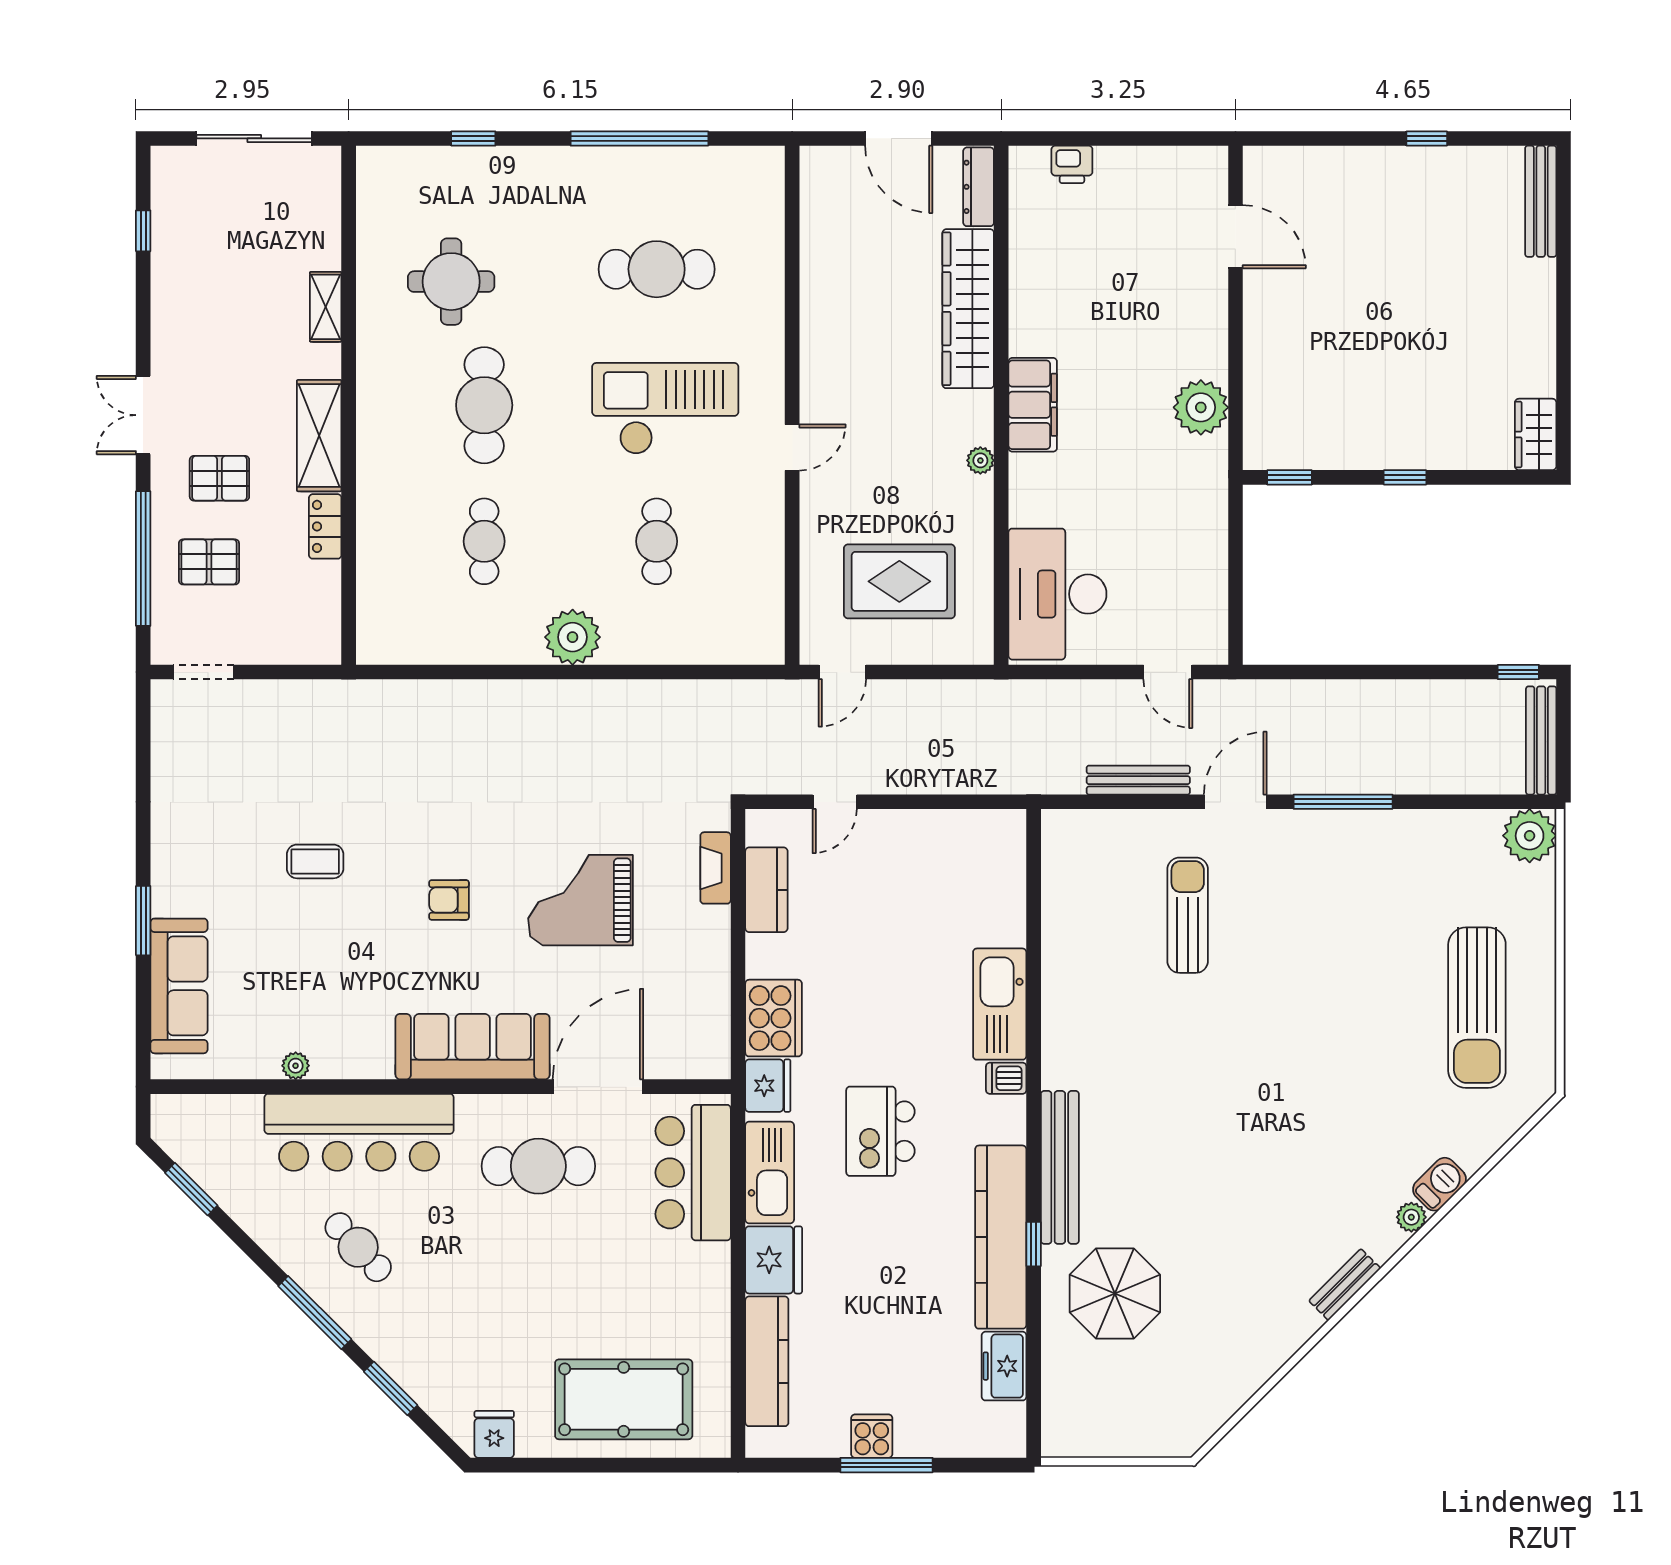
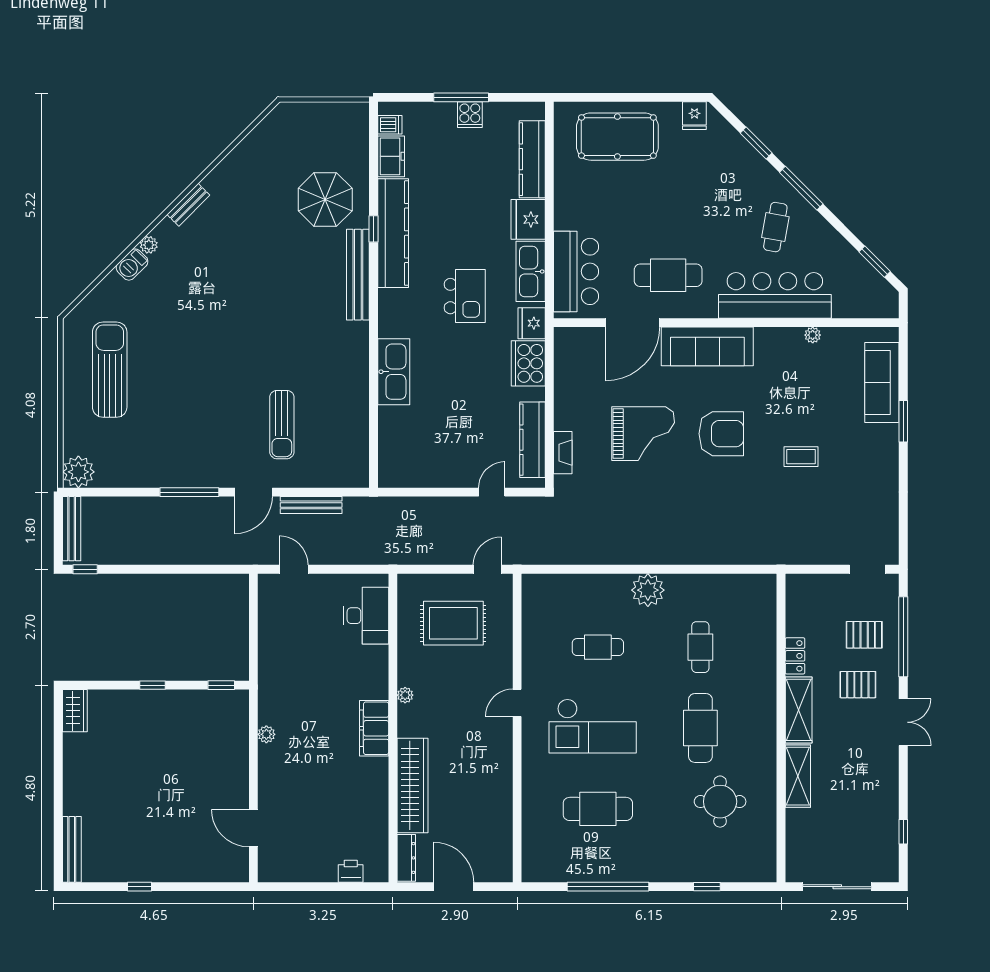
shelving: (326, 307) -> (798, 776), width x1.50, depth x1.33
plant: (1201, 407) -> (266, 734), width x0.53, depth x0.53
cafe table: (657, 541) -> (598, 647), turned 90
desk: (1057, 594) -> (366, 616), width x0.73, depth x0.77
kitchen counter: (766, 890) -> (532, 440), width x1.50
armchair: (449, 900) -> (721, 434), width x1.88, depth x1.88
dishwasher: (1006, 1078) -> (390, 125), moved
cafe table: (358, 1247) -> (775, 227), turned 53

